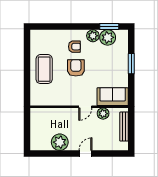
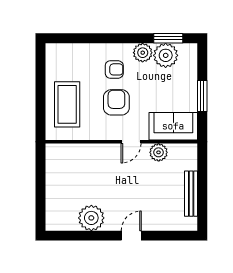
sofa: (113, 97) -> (173, 126), moved
wall: (79, 107) -> (121, 142), moved
door: (85, 107) -> (131, 142), moved
plant: (103, 114) -> (159, 152), moved

